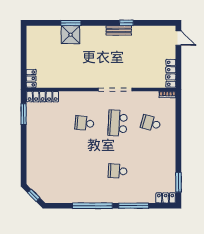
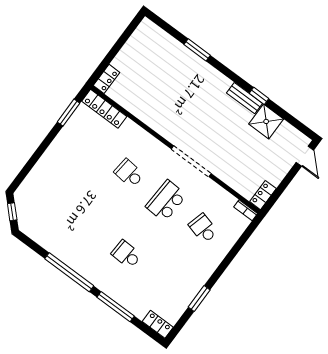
shower: (70, 35) -> (266, 121), moved
locker: (171, 73) -> (263, 195), width x0.66
window: (178, 182) -> (199, 299), moved

